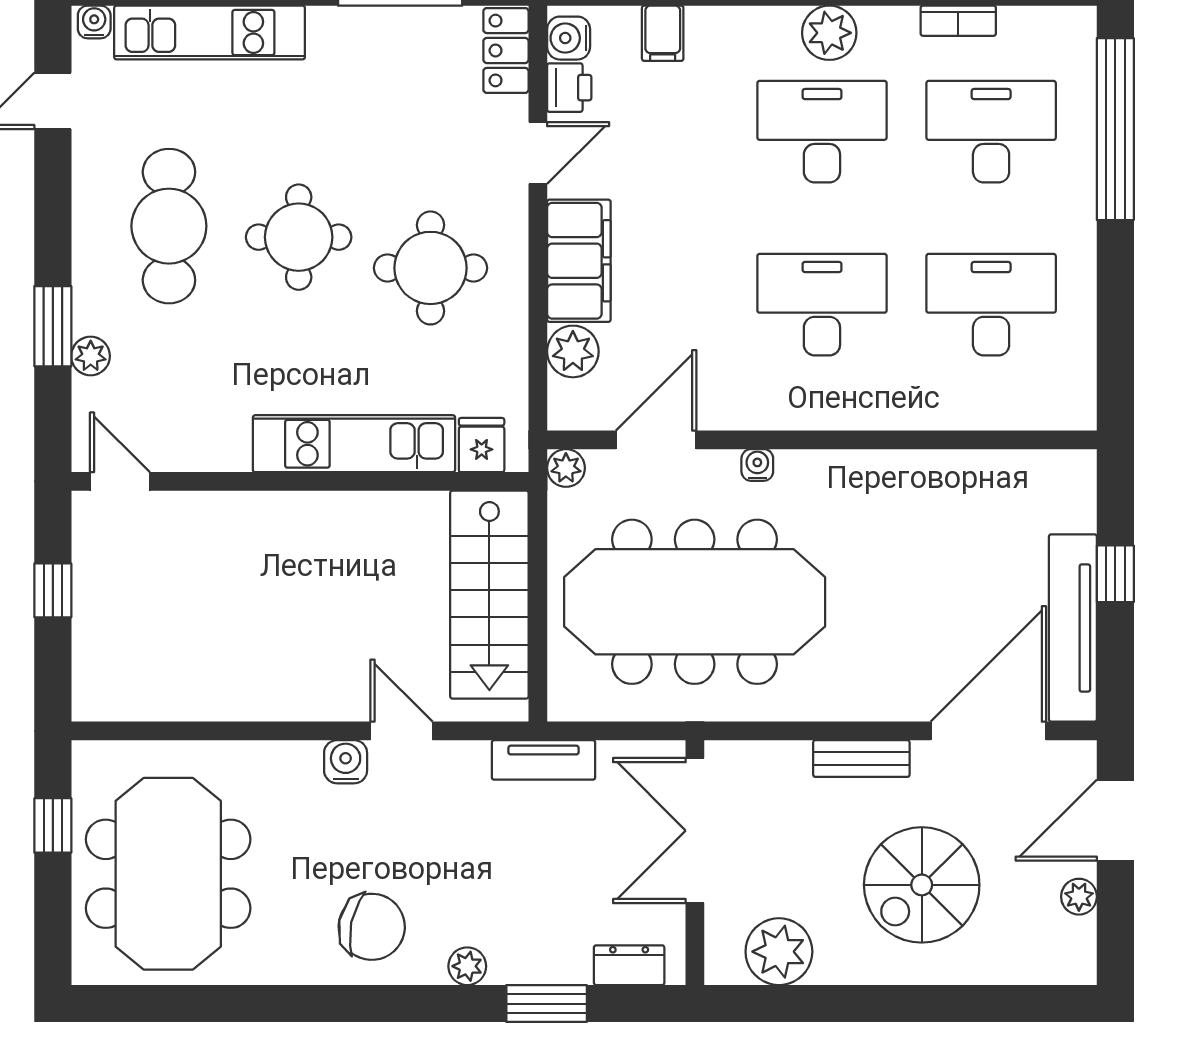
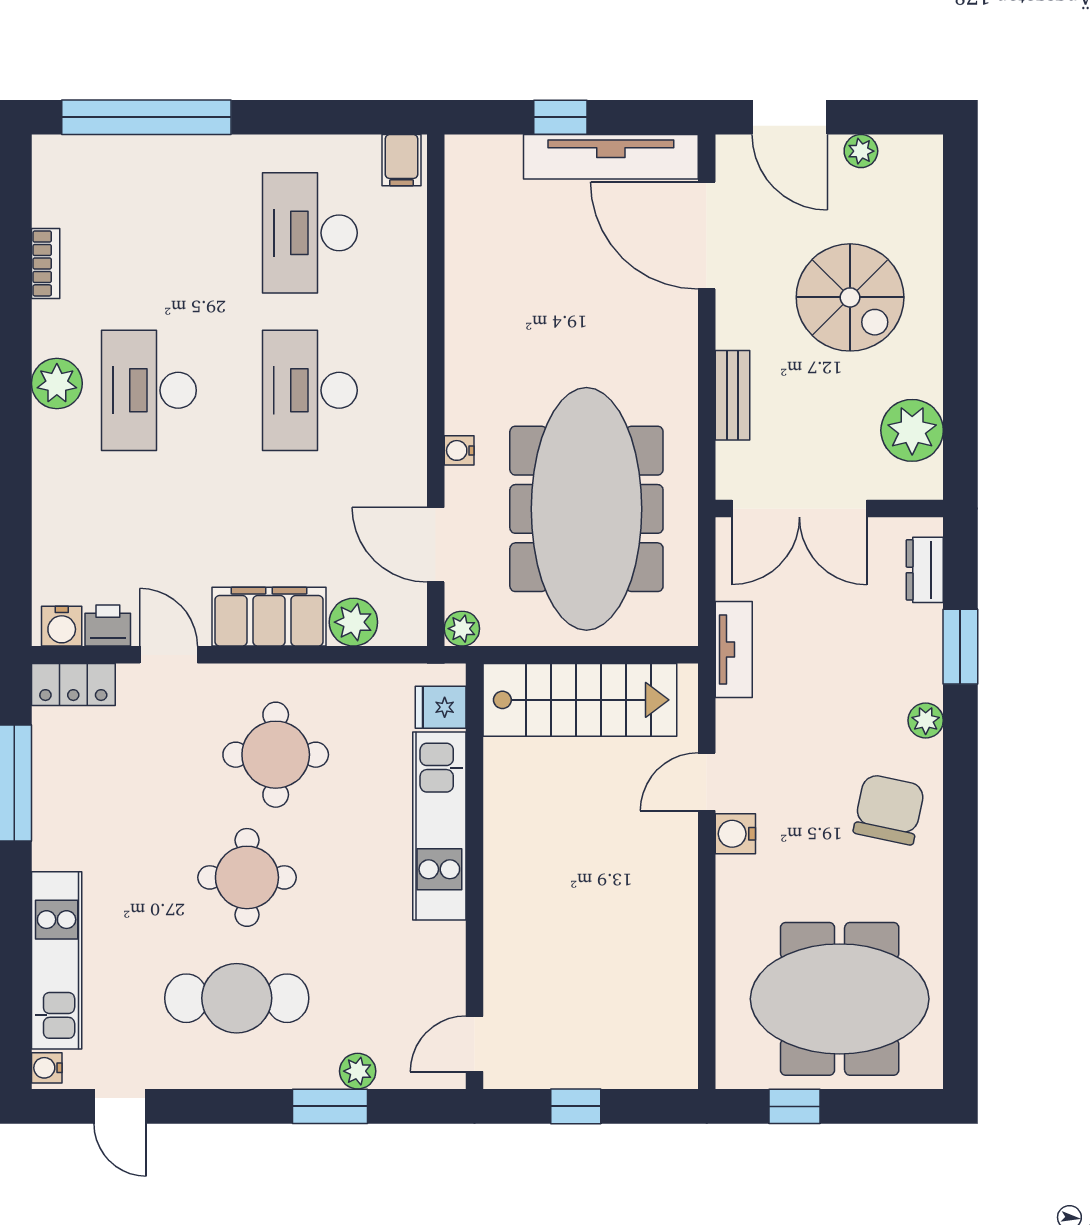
filing cabinet: (663, 33) -> (402, 160), moved, turned 90
desk: (991, 132) -> (149, 233), removed
bench: (861, 759) -> (732, 395), moved

